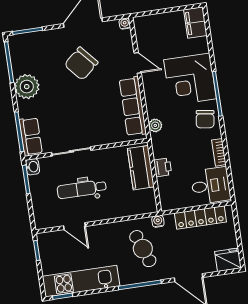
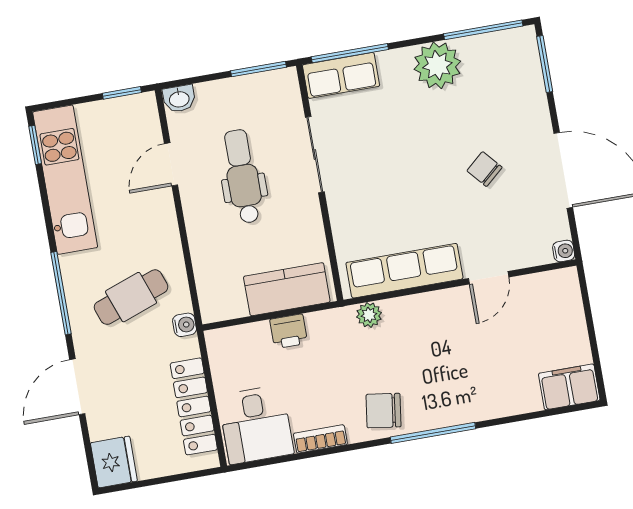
chair: (81, 64) -> (484, 169), width x0.54, depth x0.54
corner desk: (190, 79) -> (460, 379), removed
washbasin: (33, 167) -> (179, 99), moved

